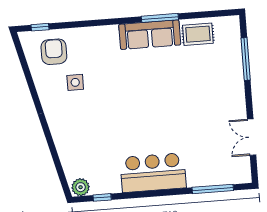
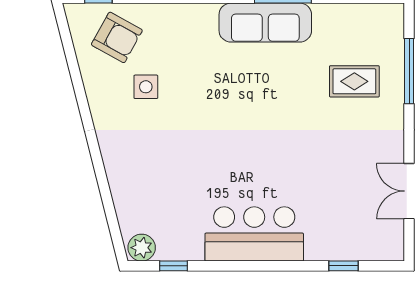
rug: (198, 34) -> (354, 81), moved
armchair: (54, 52) -> (117, 37), turned 119
window: (213, 189) -> (343, 266), width x0.46

